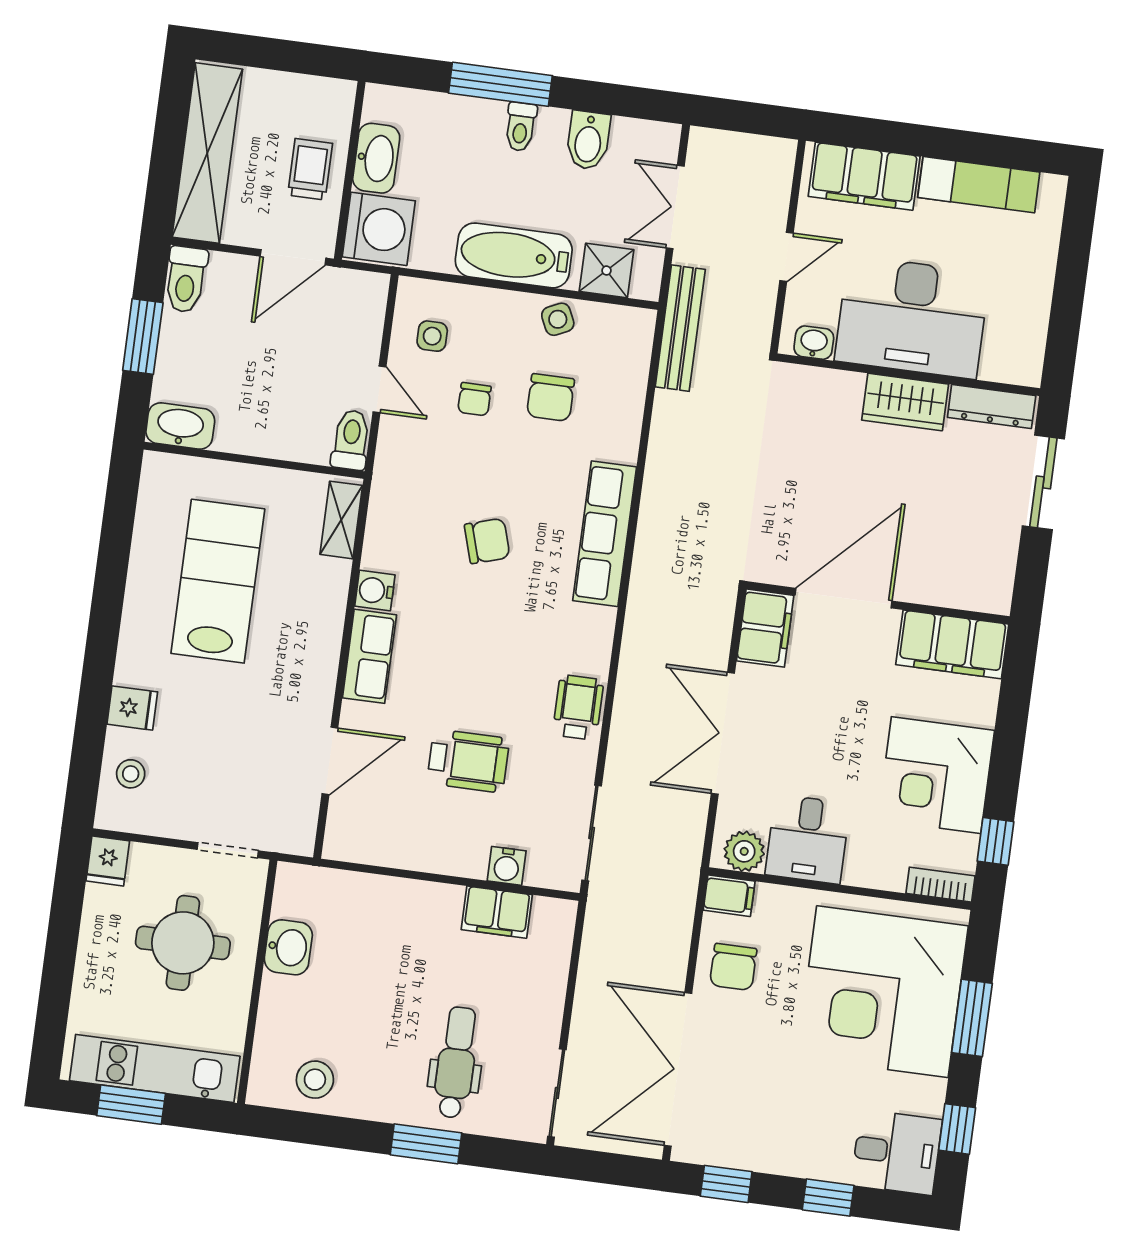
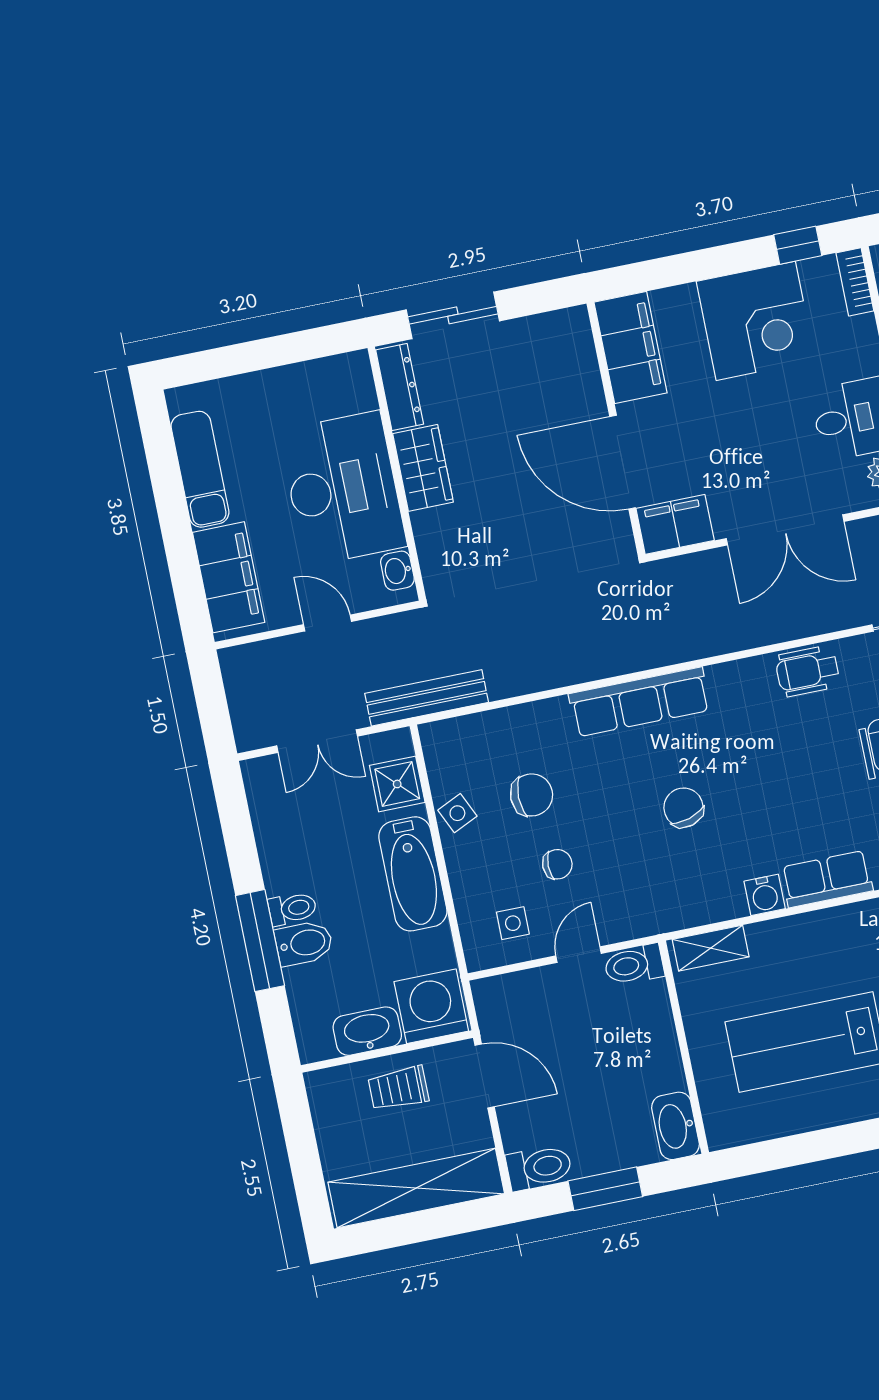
bidet: (588, 140) -> (304, 943), moved

